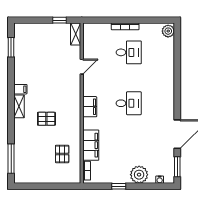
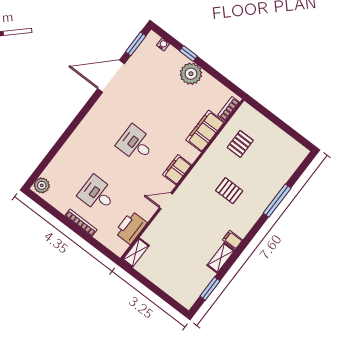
window: (59, 20) -> (141, 279), removed
printer: (91, 48) -> (131, 228), added
door: (82, 67) -> (166, 201), moved
shelving: (19, 106) -> (221, 258), moved
window: (11, 159) -> (277, 201), moved
plant: (139, 175) -> (191, 74), moved
window: (119, 186) -> (188, 53), moved

